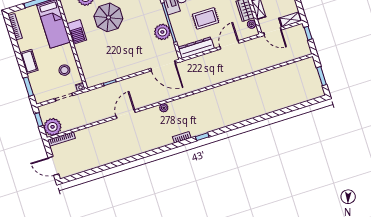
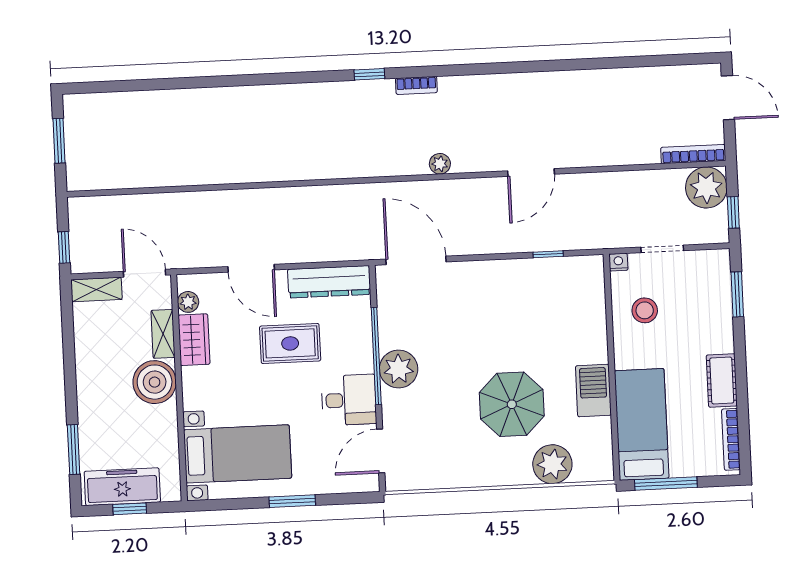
plant: (162, 32) -> (399, 369), moved
door: (229, 45) -> (251, 268), hinge flipped
cot: (29, 61) -> (722, 380), moved

